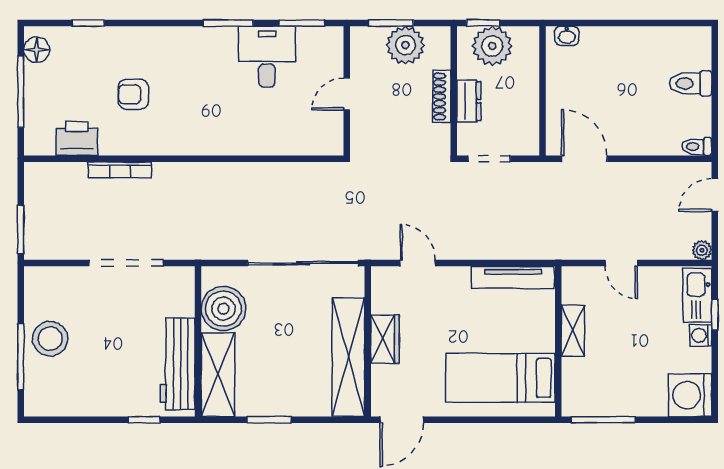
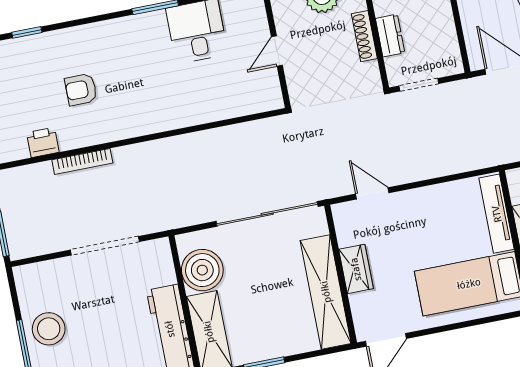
printer: (77, 139) -> (43, 142), width x0.73, depth x0.81
tv unit: (513, 277) -> (497, 214), moved, turned 90

